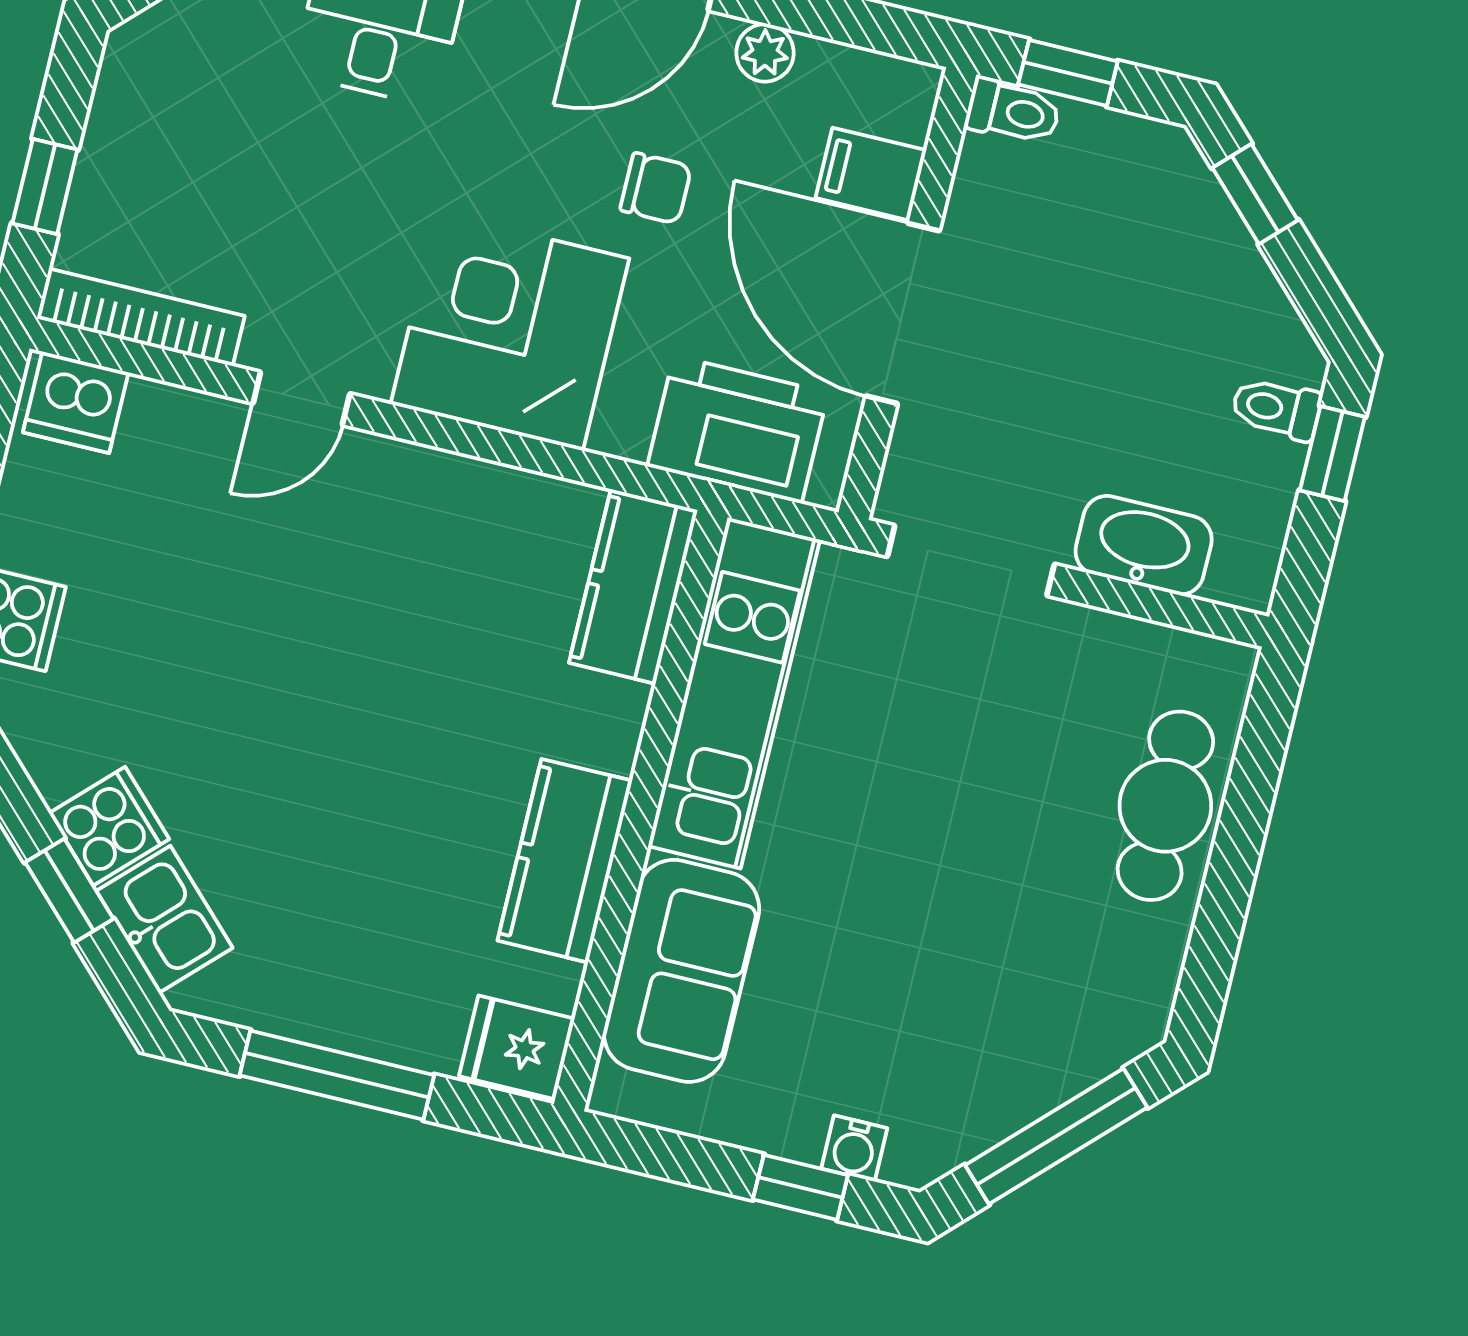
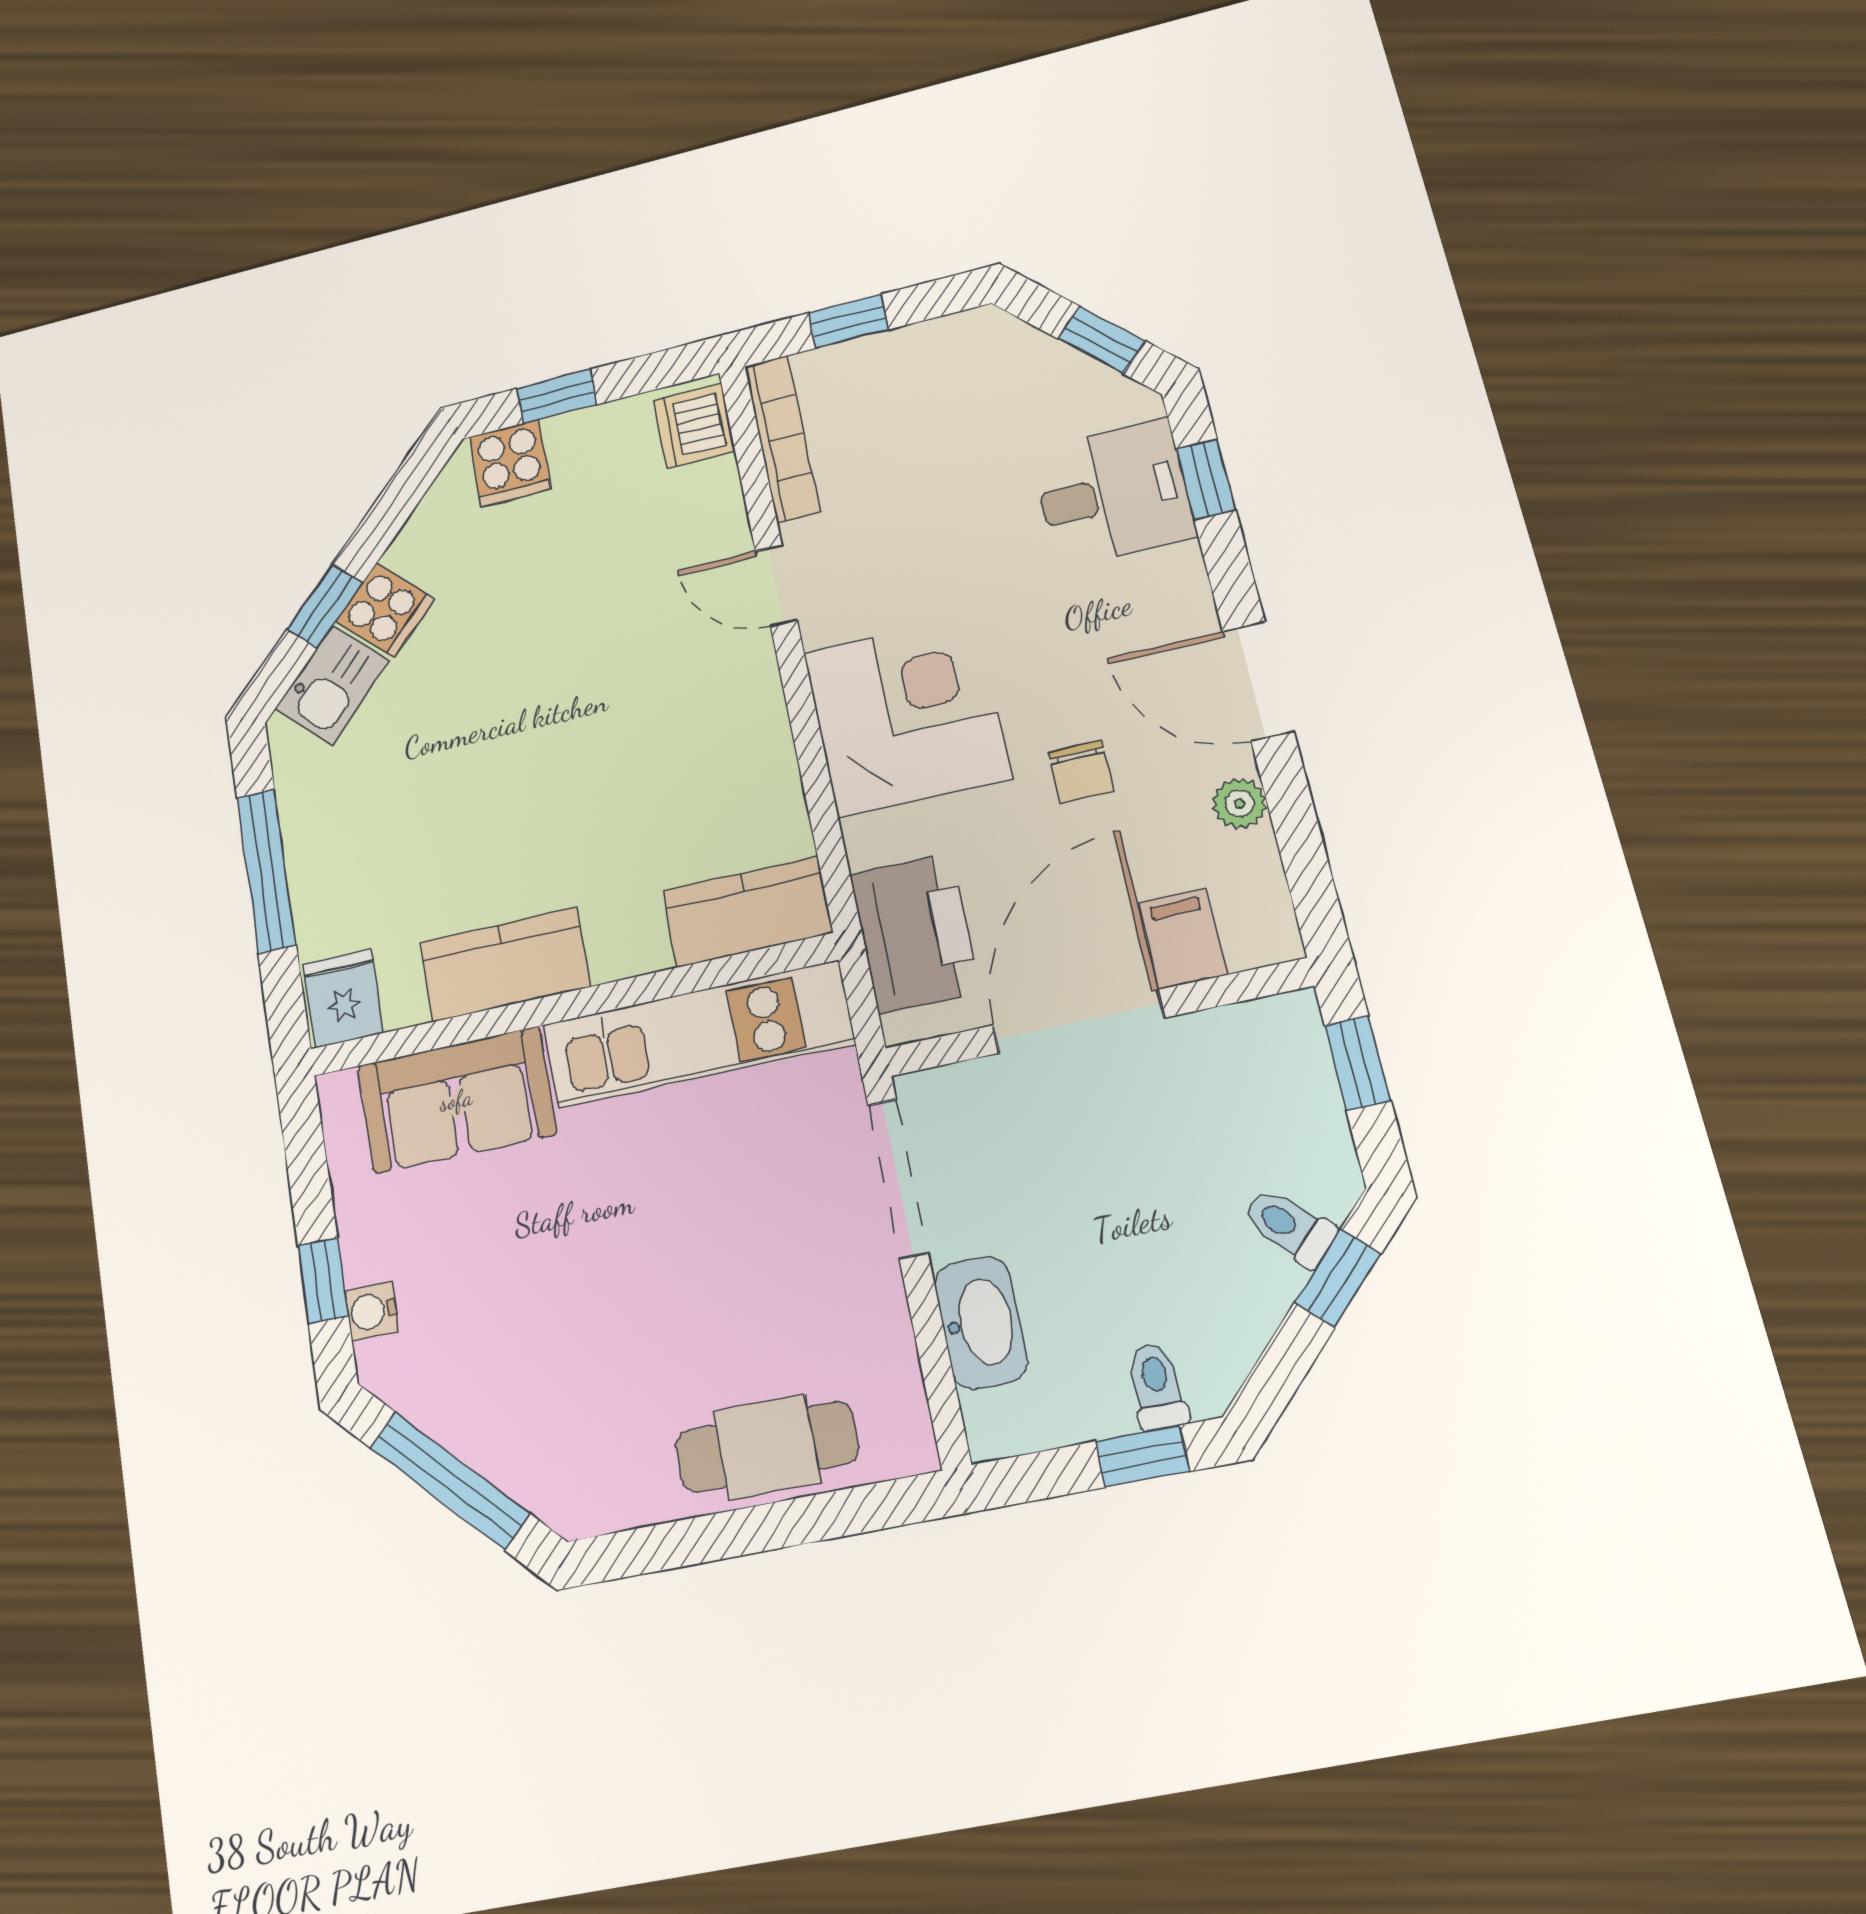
toilet: (1013, 111) -> (1289, 1227), moved, turned 135

